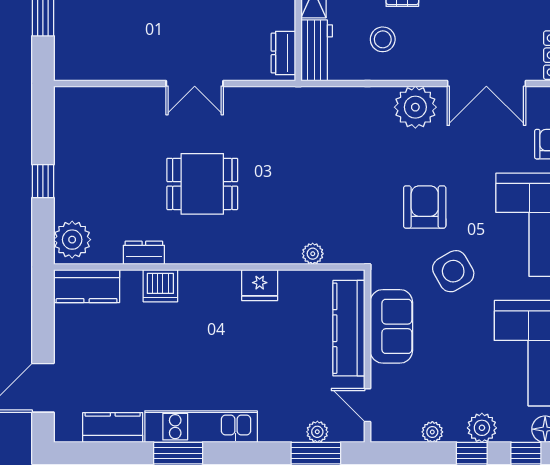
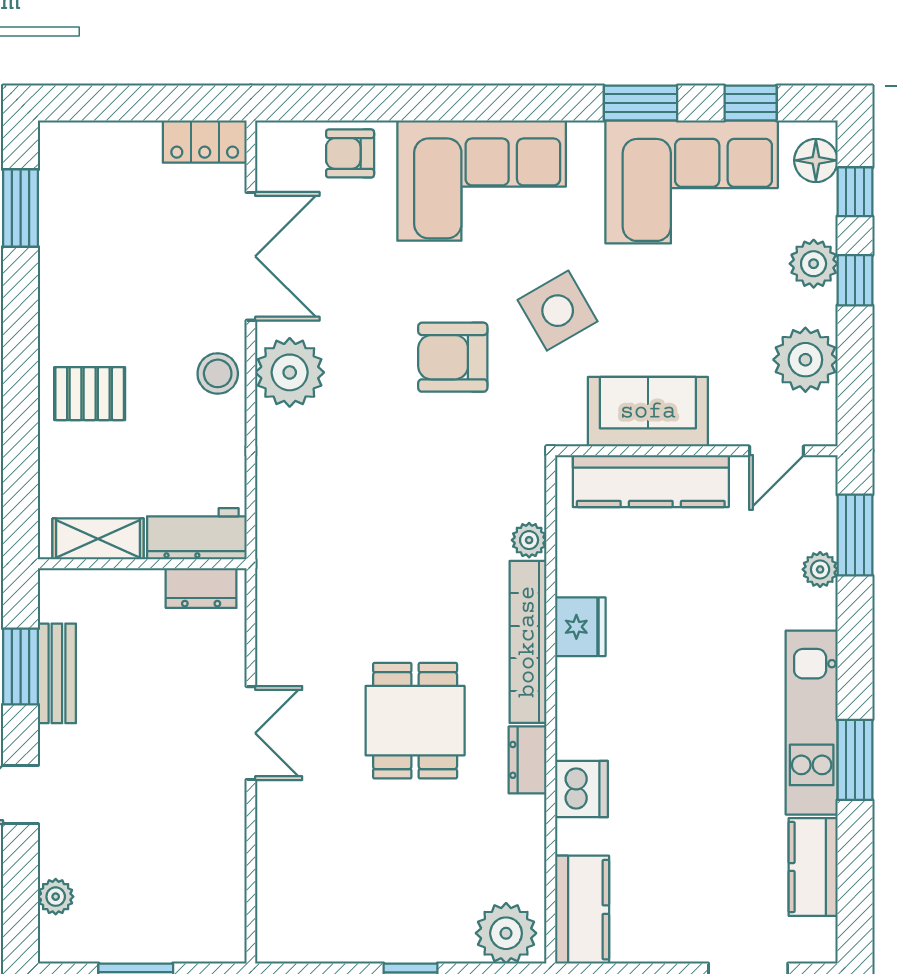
stool: (383, 39) -> (218, 373), moved
dresser: (144, 253) -> (528, 760), moved
bookcase: (250, 253) -> (528, 642), added
plant: (317, 432) -> (820, 569), moved
plant: (432, 432) -> (805, 360), width x1.88, depth x1.88

